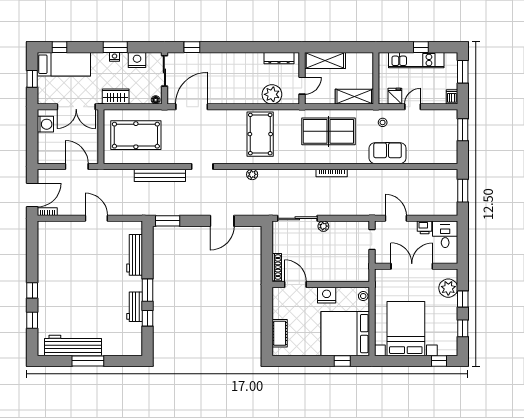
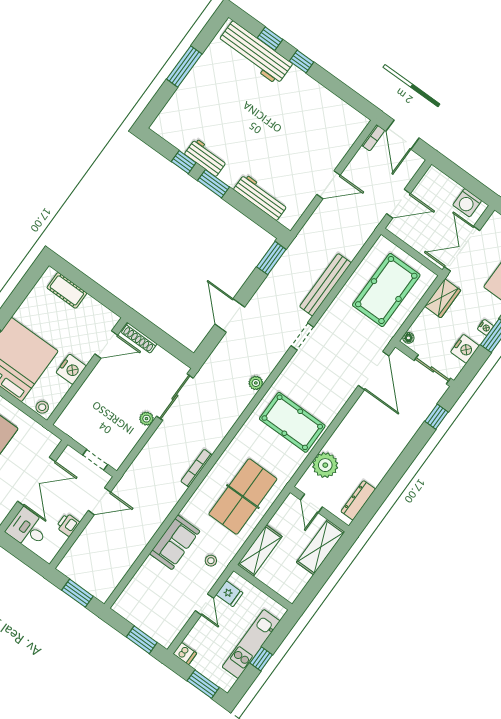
desk: (445, 234) -> (28, 529), moved, turned 180
workbench: (73, 345) -> (255, 53), moved, turned 90

